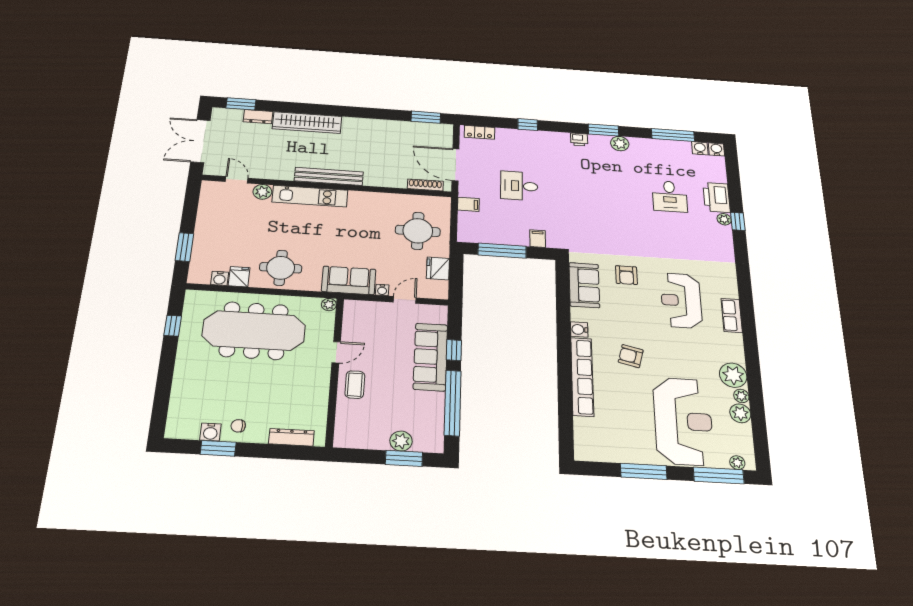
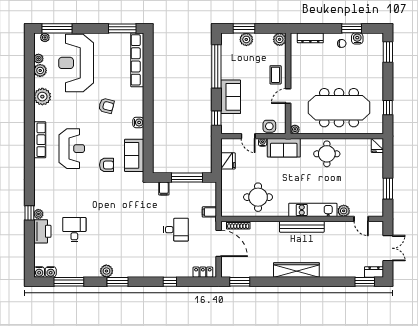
dresser: (258, 117) -> (374, 272), moved
wardrobe: (307, 123) -> (296, 270), moved
printer: (579, 139) -> (135, 272), removed
double door: (200, 141) -> (388, 248), width x0.73
round table: (418, 231) -> (258, 197), moved
window: (184, 247) -> (388, 189), moved
armchair: (626, 275) -> (106, 165), turned 90
fridge: (239, 277) -> (377, 145), moved
water cooler: (220, 278) -> (364, 143), removed
door: (405, 300) -> (248, 136), hinge flipped
side table: (370, 311) -> (269, 126), added
row of seats: (732, 315) -> (40, 140), width x1.48
window: (454, 350) -> (216, 118), moved
sofa: (430, 357) -> (231, 97), width x0.73
row of seats: (582, 377) -> (137, 60), moved
plant: (741, 396) -> (38, 58), moved
window: (160, 408) -> (388, 52), added
plant: (344, 438) -> (280, 39), added
window: (644, 471) -> (122, 28), moved

